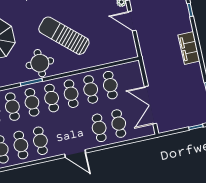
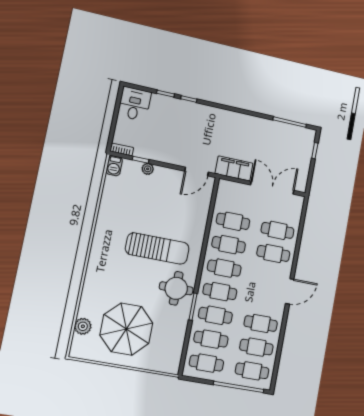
door: (132, 21) -> (197, 172), moved
sun lounger: (64, 36) -> (157, 248), turned -132
filing cabinet: (189, 48) -> (234, 168), moved, turned 180
double door: (151, 105) -> (272, 188), swing flipped

